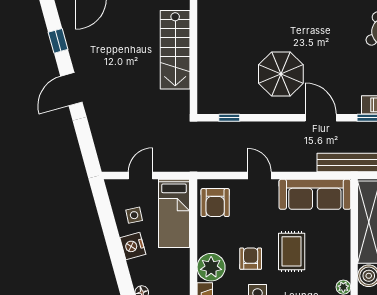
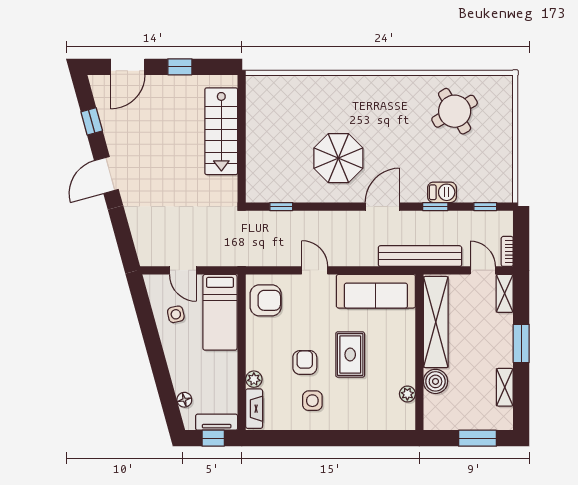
door: (321, 118) -> (382, 207), hinge flipped
door: (141, 176) -> (183, 270), swing flipped
armchair: (215, 203) -> (266, 300), turned -90
nightstand: (133, 246) -> (174, 348), removed
plant: (211, 267) -> (254, 379), width x0.53, depth x0.53

